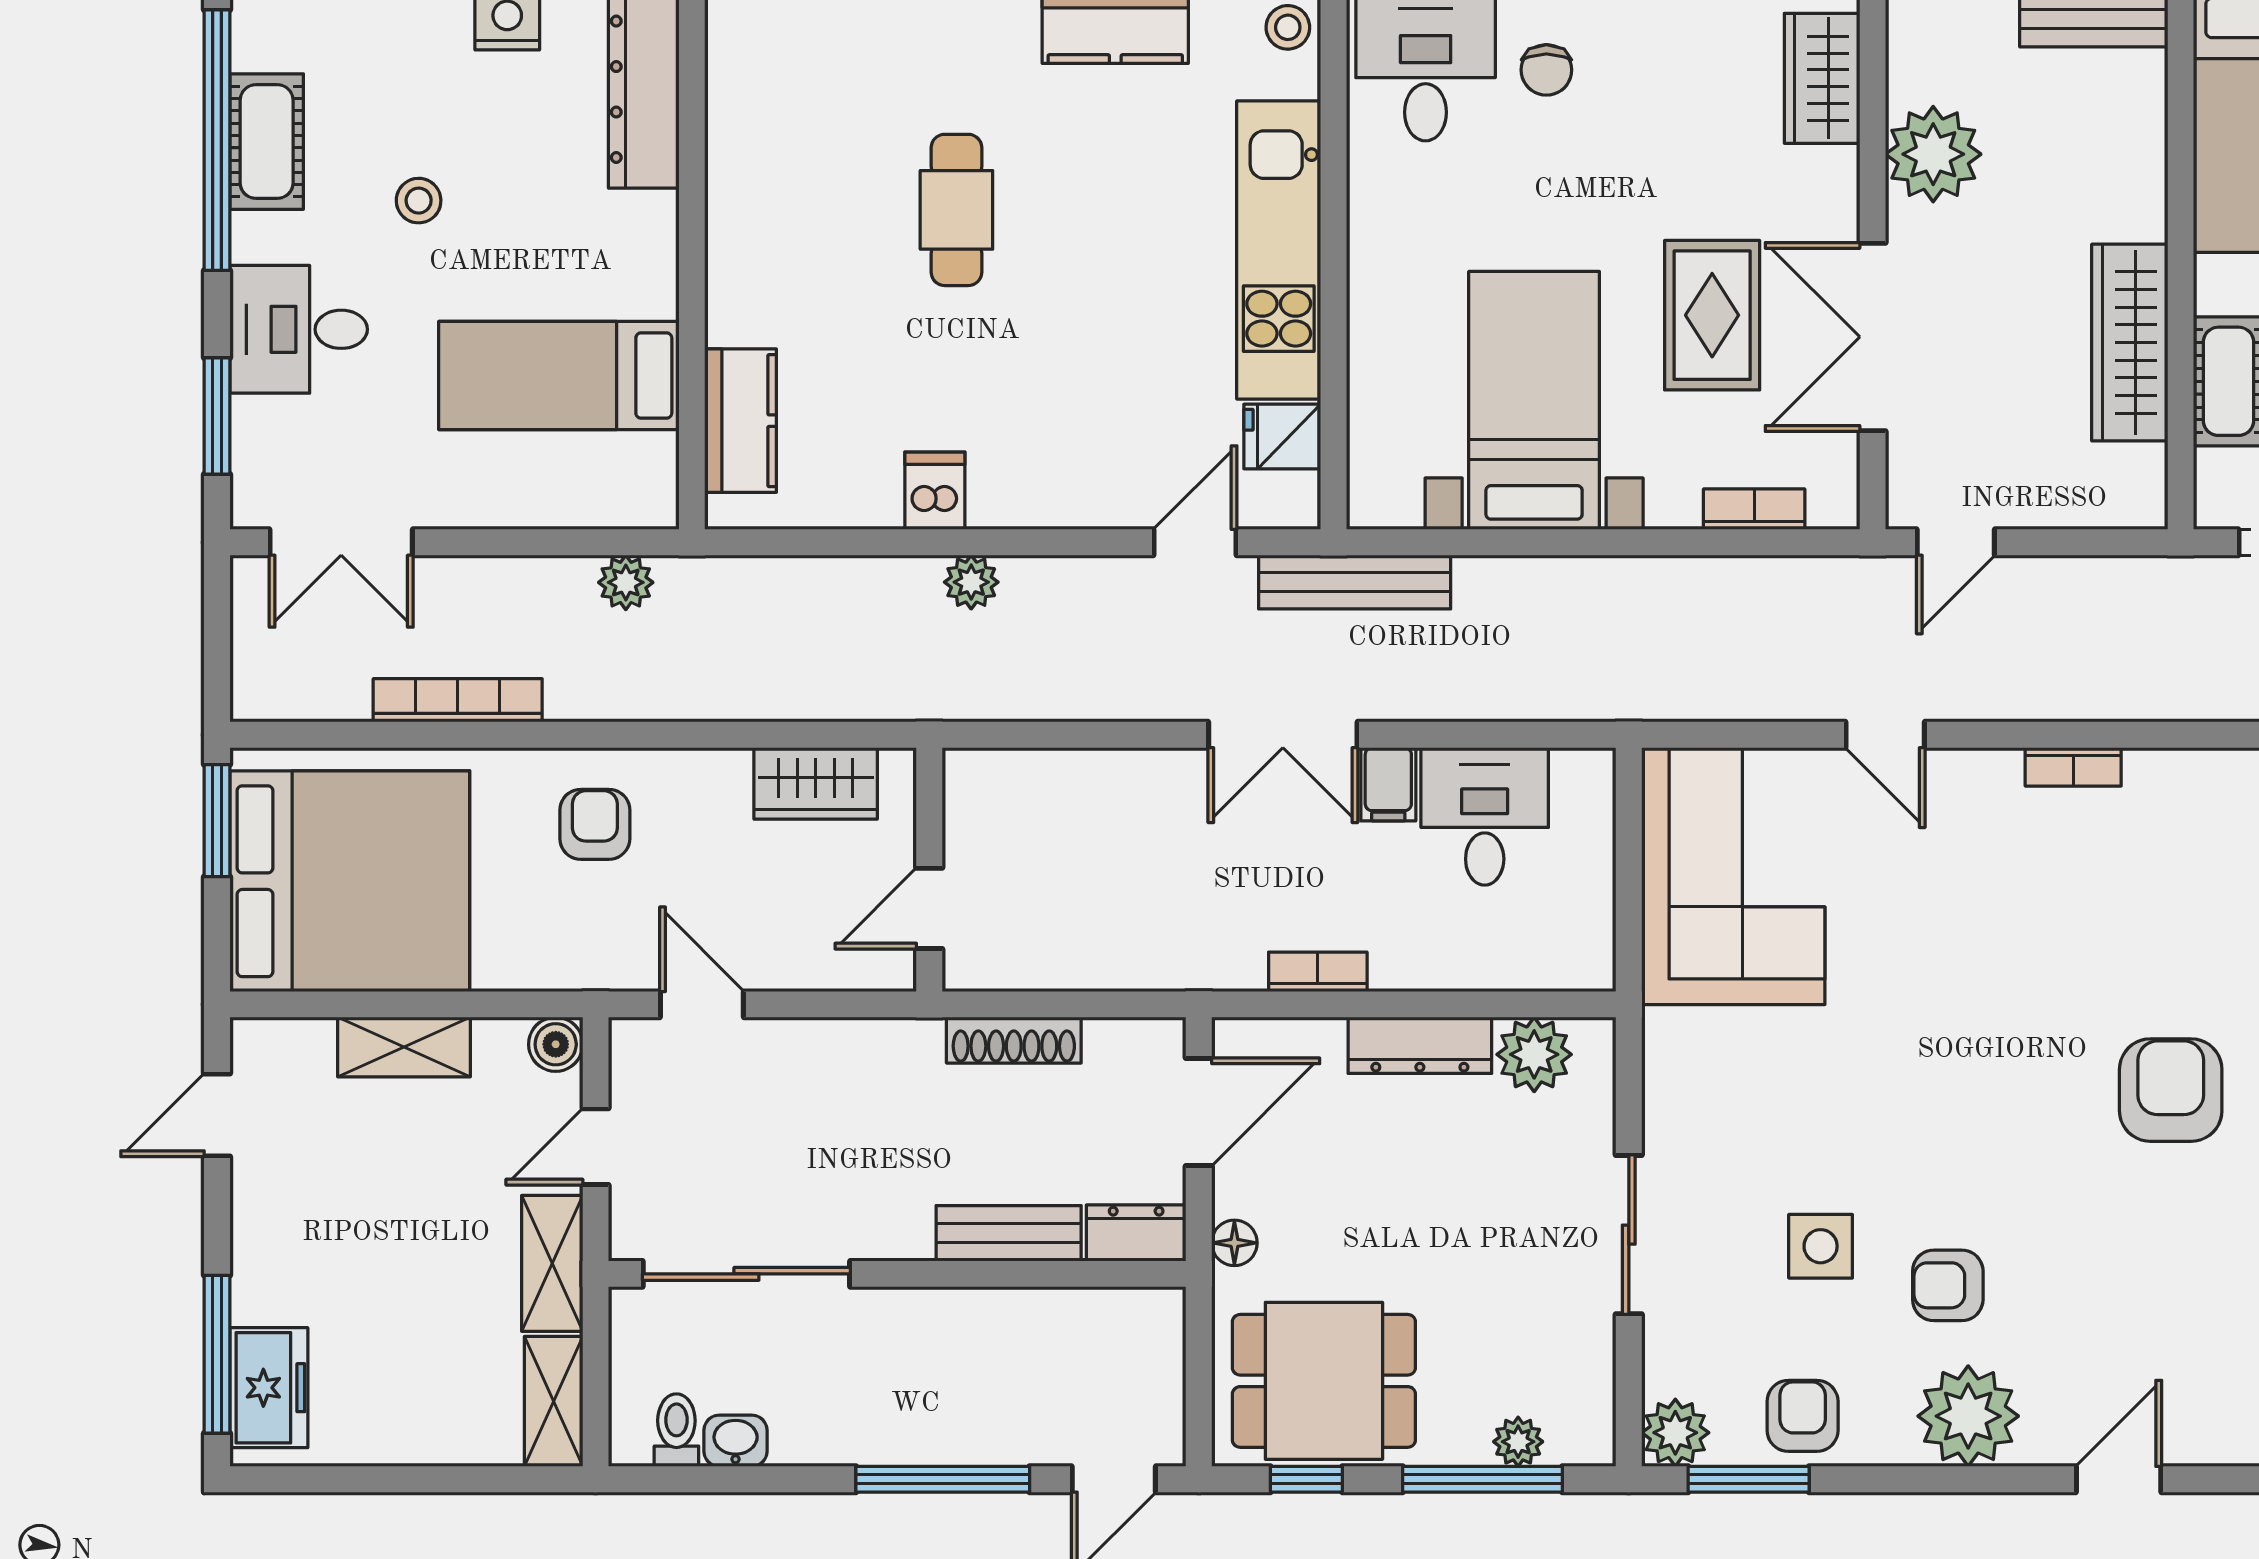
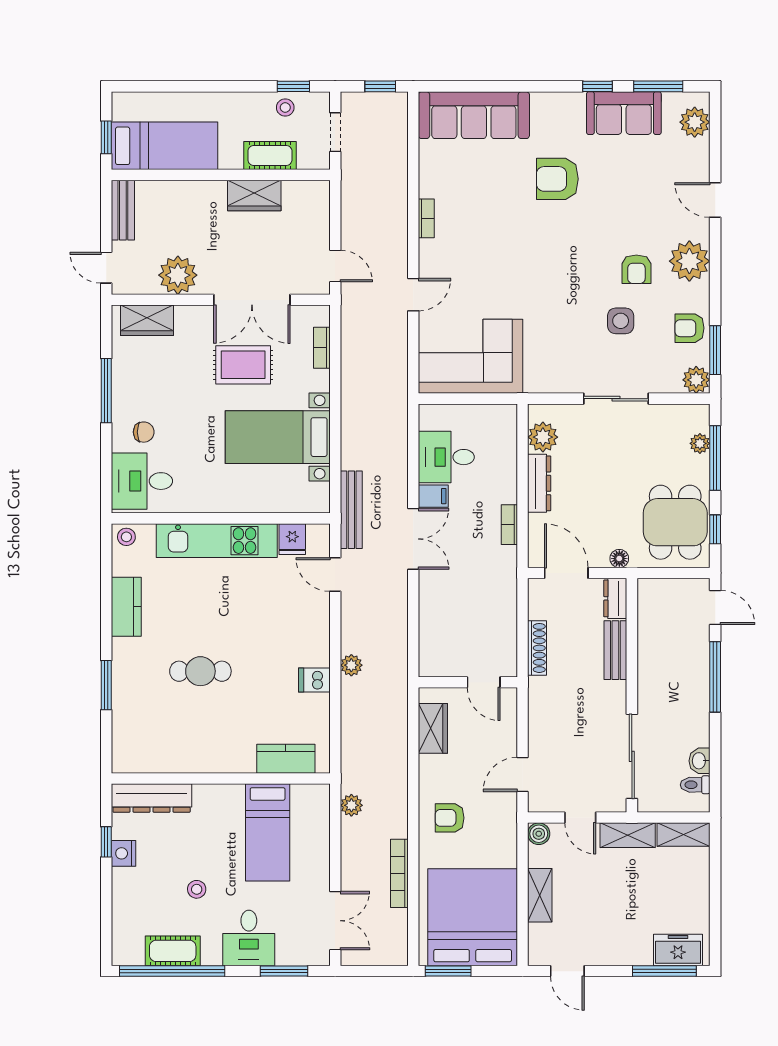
wardrobe: (2130, 343) -> (254, 196), width x0.67

